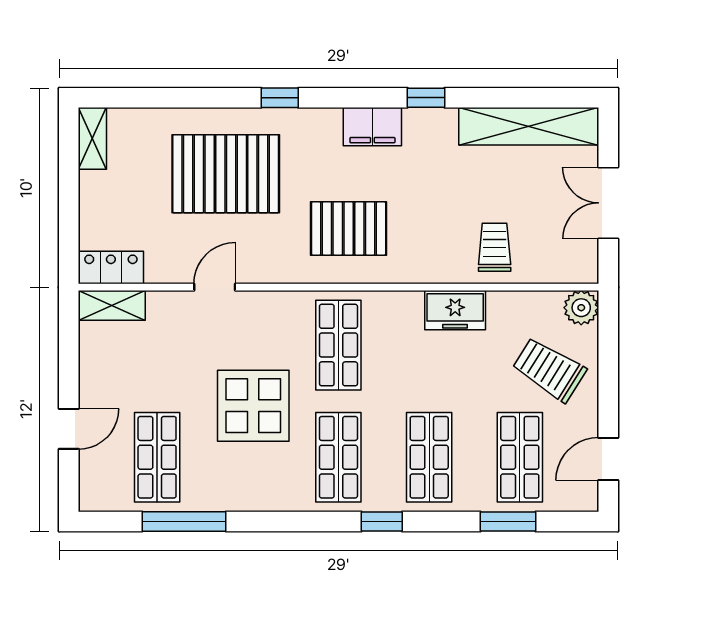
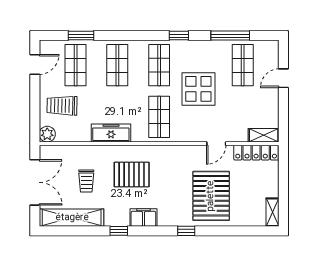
pallet: (226, 174) -> (211, 196), turned 90
double door: (608, 203) -> (35, 182), width x1.37
pallet: (349, 228) -> (132, 174), moved
trolley: (495, 247) -> (86, 181), moved
locker: (111, 268) -> (256, 153), width x1.53
freezer: (455, 310) -> (111, 133), width x1.40
trolley: (549, 369) -> (62, 106), turned 149
window: (382, 522) -> (179, 36), moved

